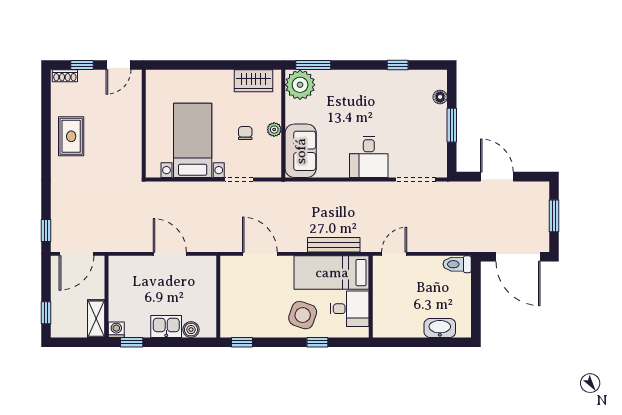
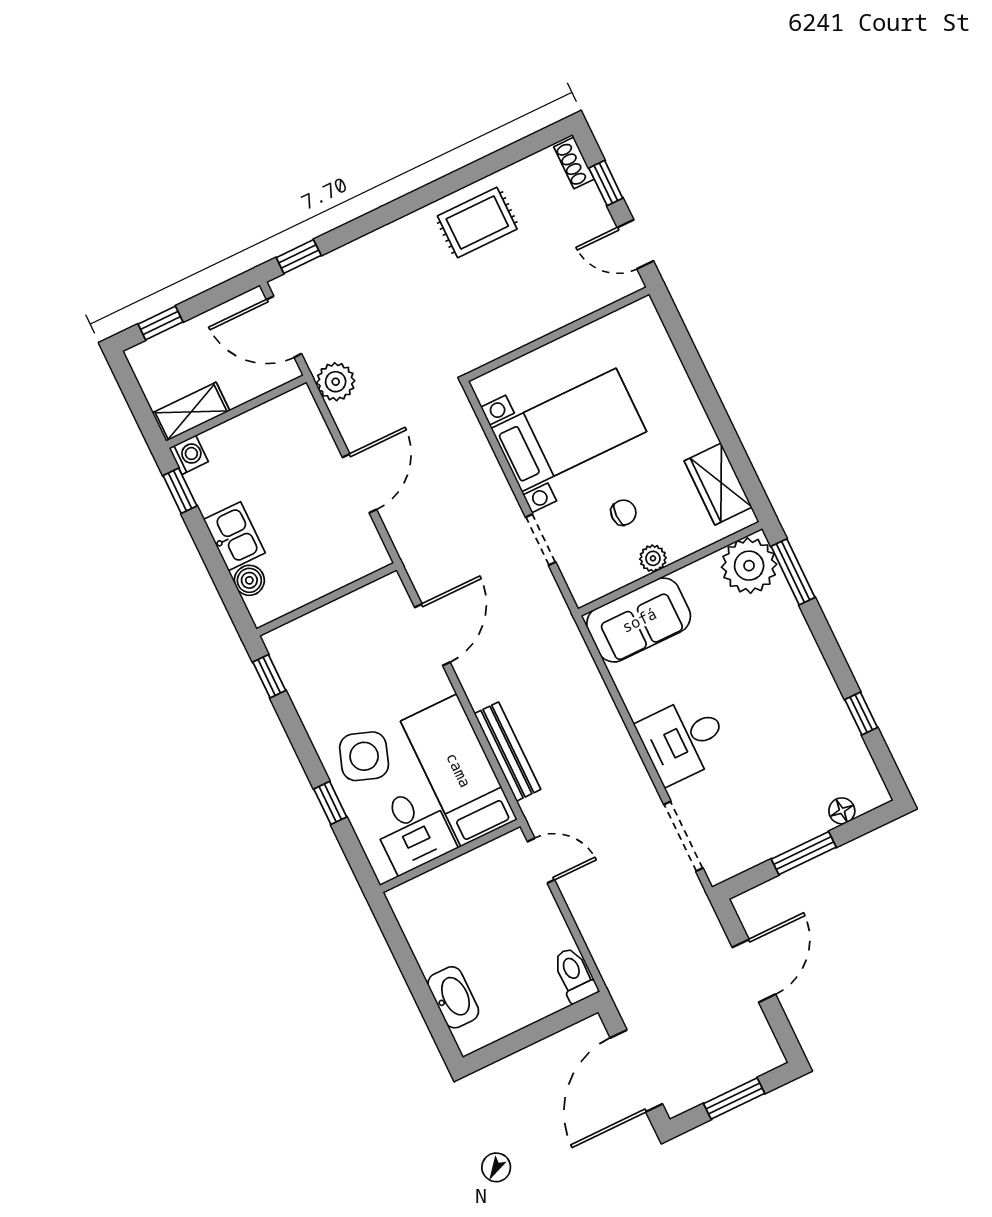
plant: (115, 242) -> (336, 382), added

